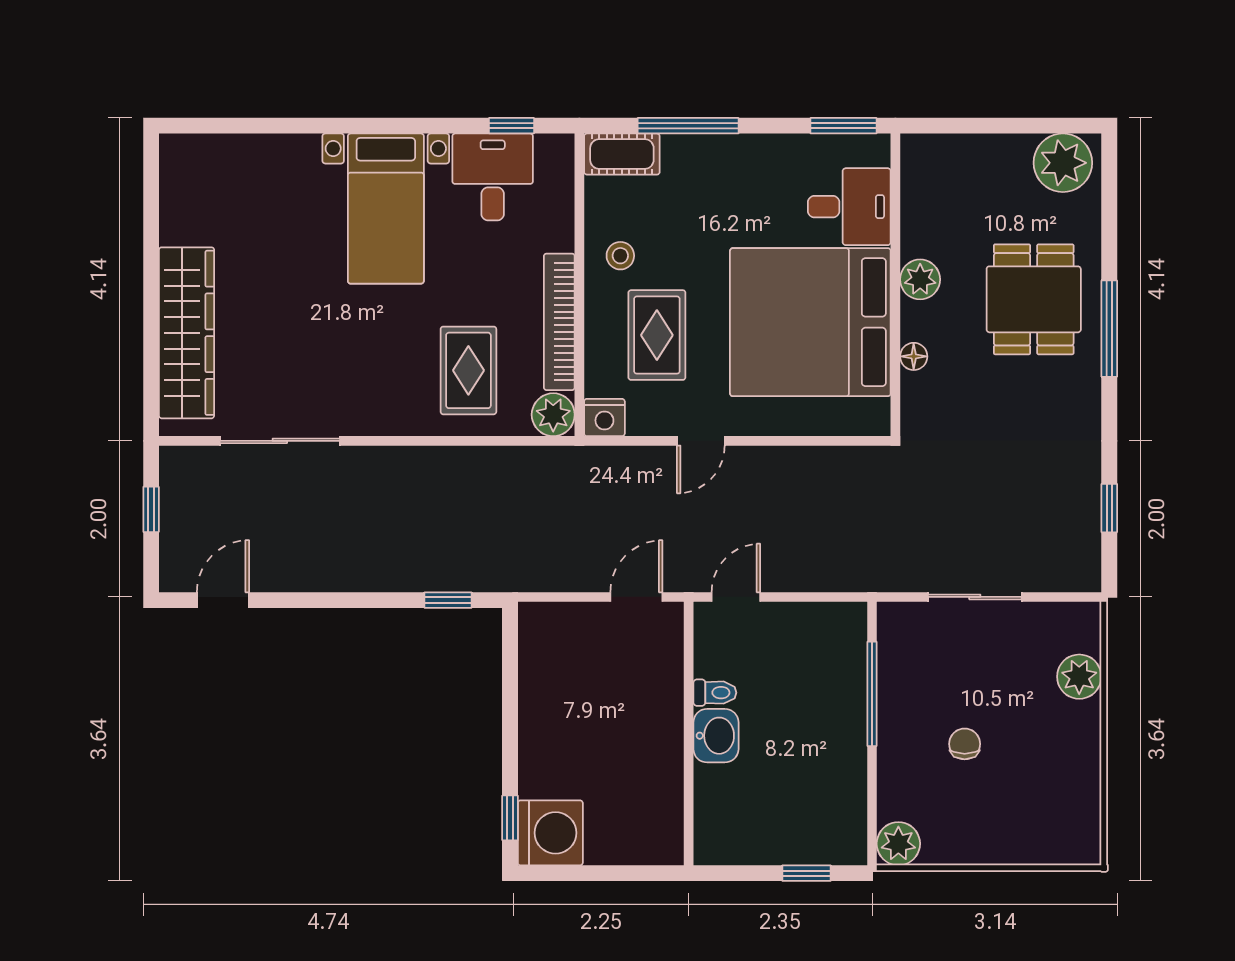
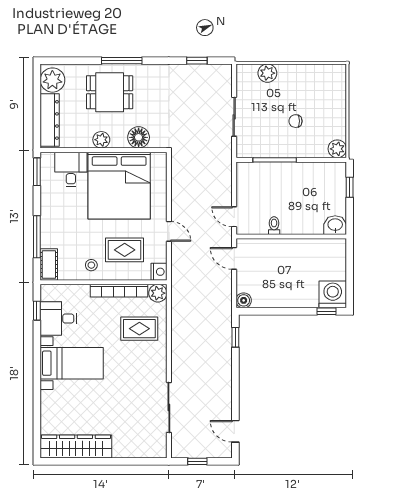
dresser: (967, 156) -> (50, 120), added
wardrobe: (187, 333) -> (76, 447), moved
floor lamp: (914, 356) -> (139, 137), width x1.89, depth x1.89
boiler: (536, 620) -> (244, 300), added
washbasin: (716, 736) -> (335, 225), moved

